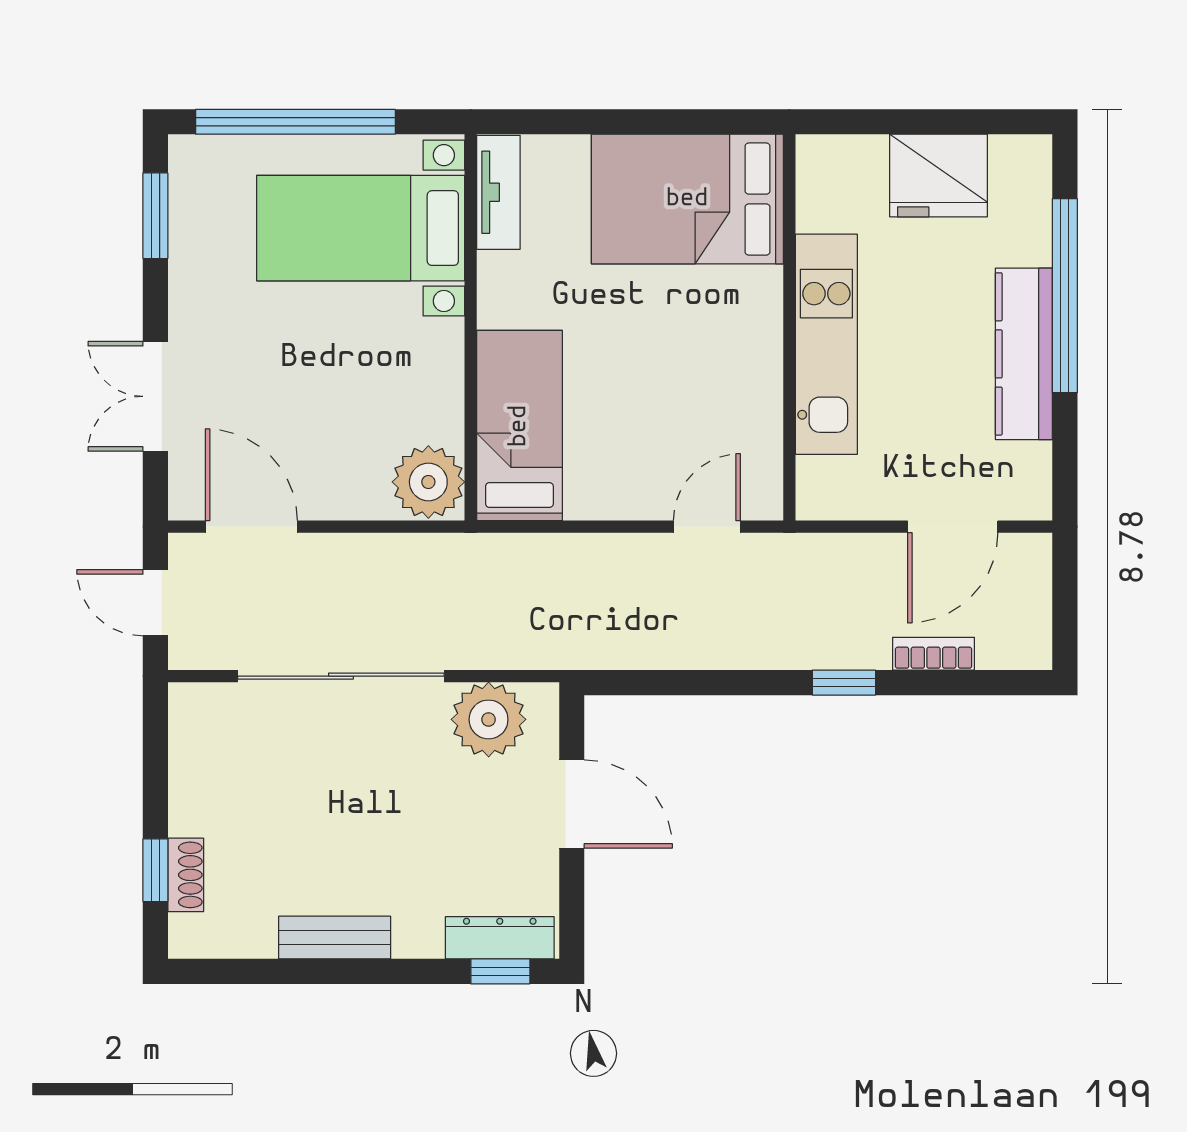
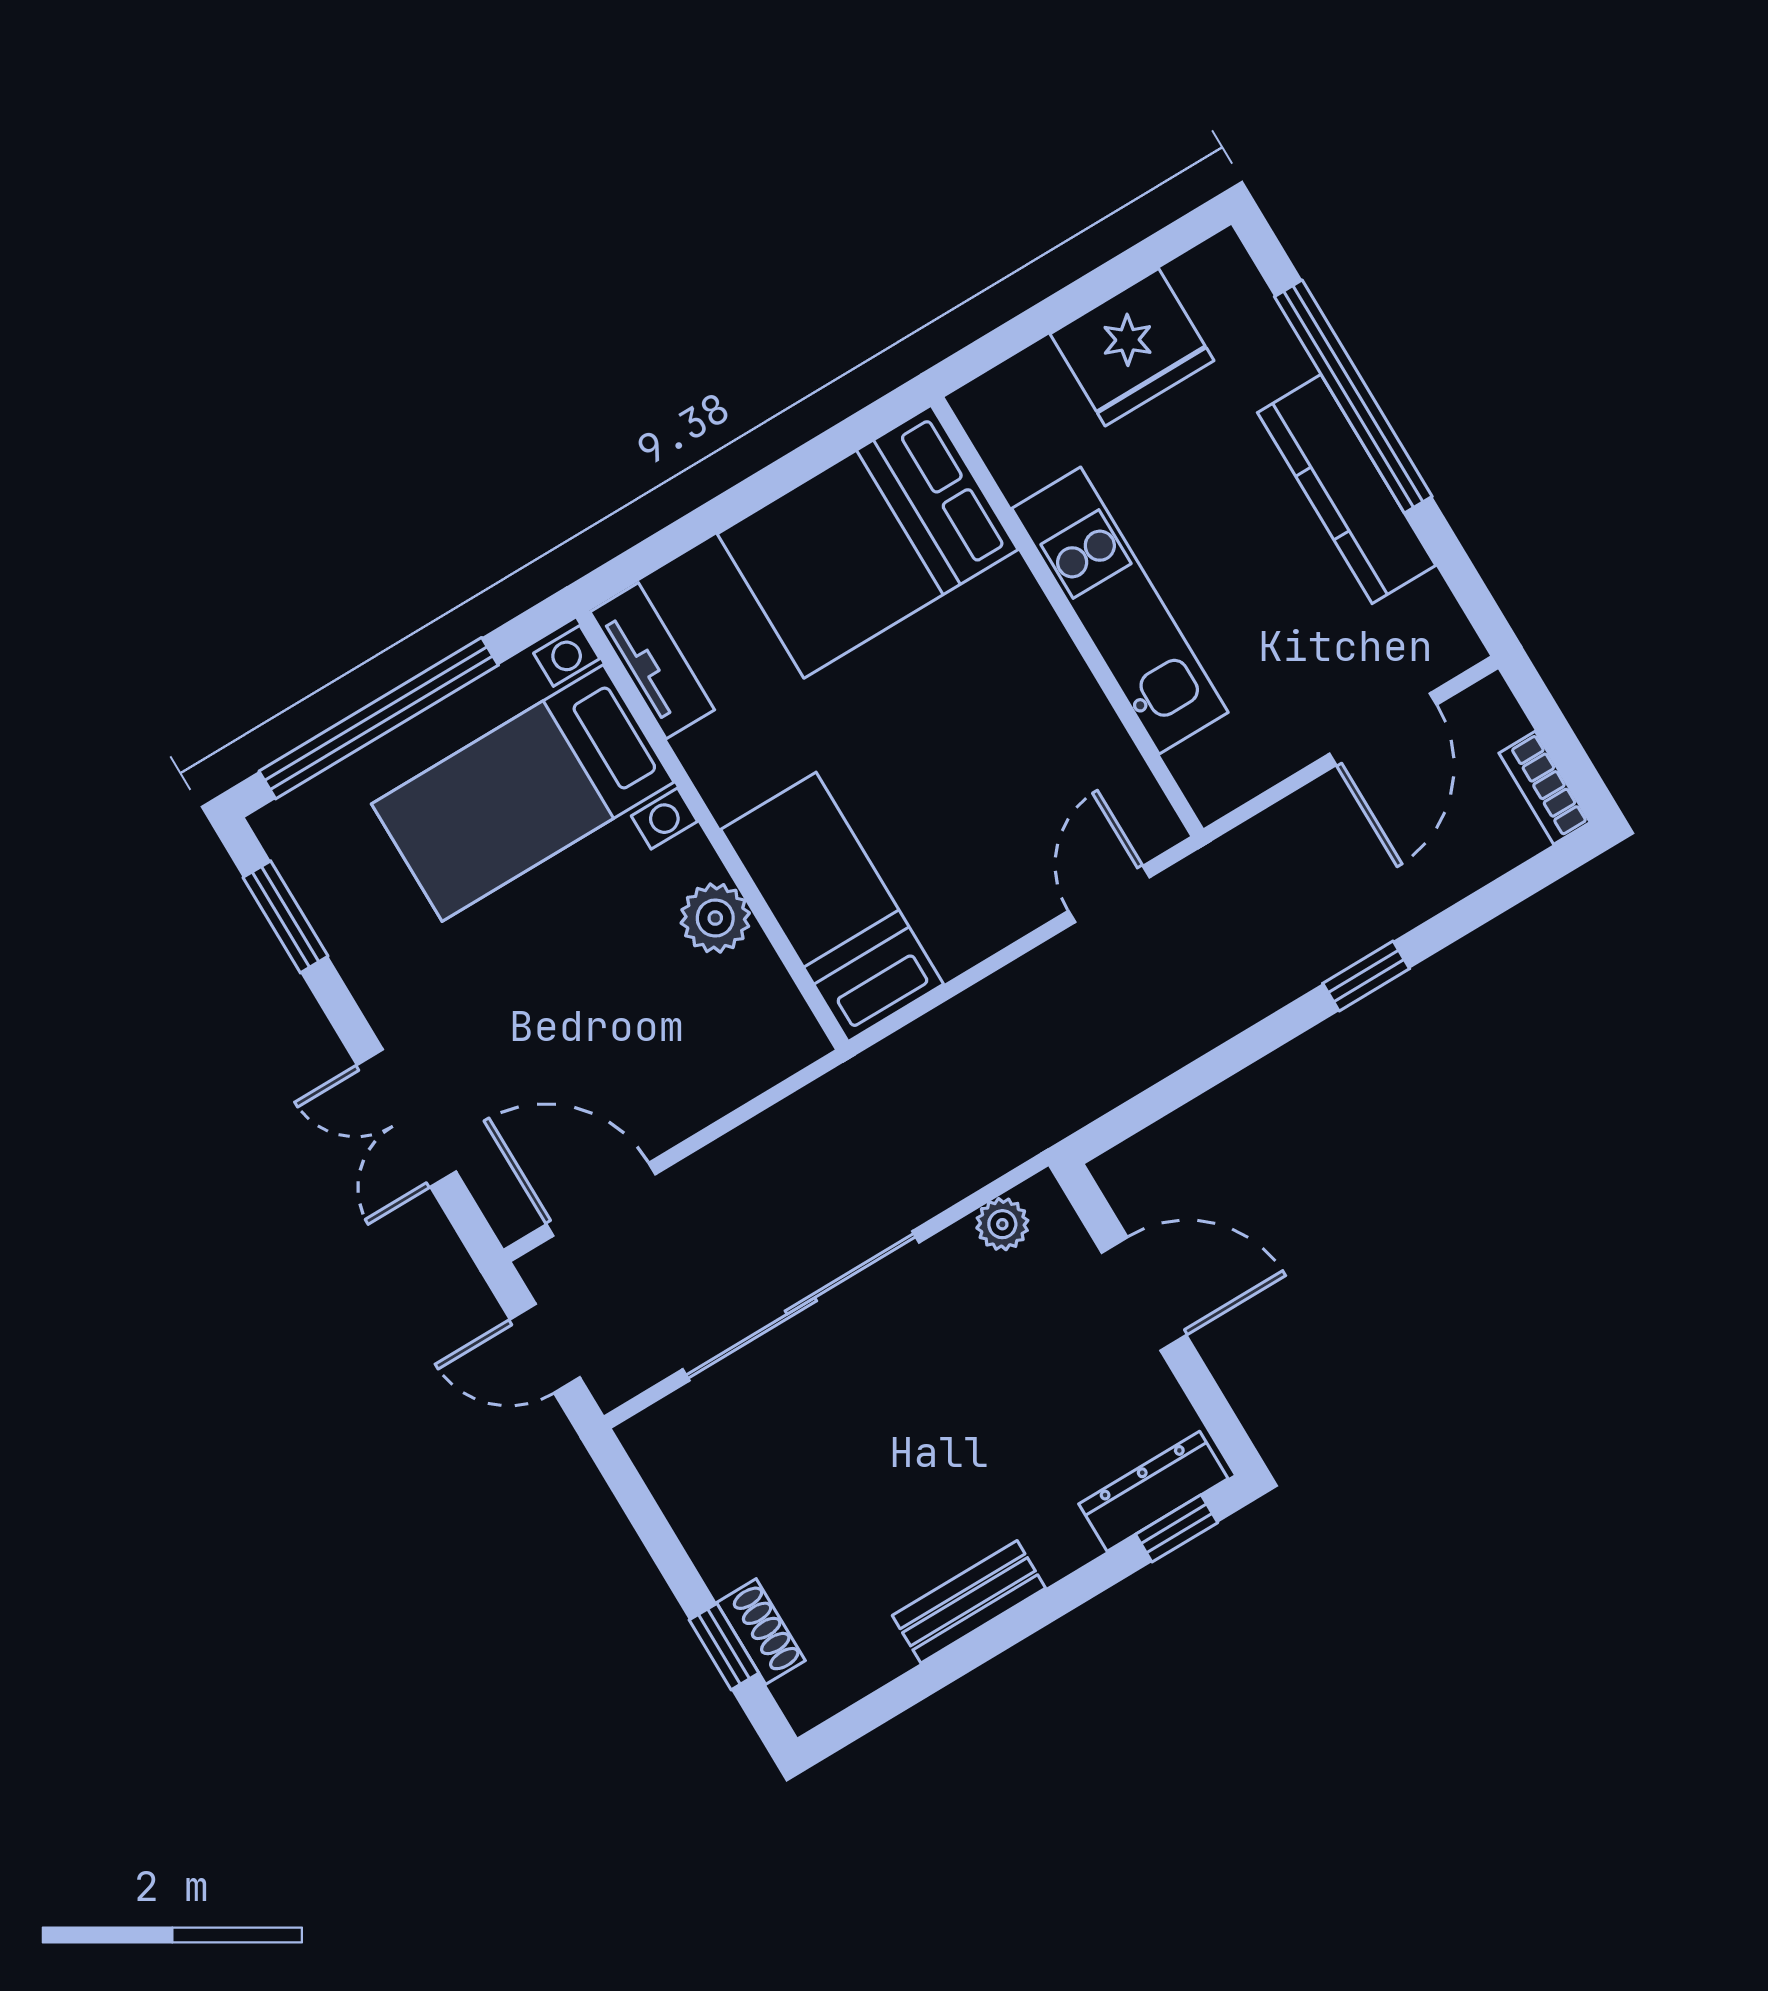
plant: (428, 482) -> (715, 918), moved, width x0.73, depth x0.73
bookcase: (934, 654) -> (1545, 788), moved, turned -90
plant: (489, 719) -> (1002, 1224), width x0.53, depth x0.53

